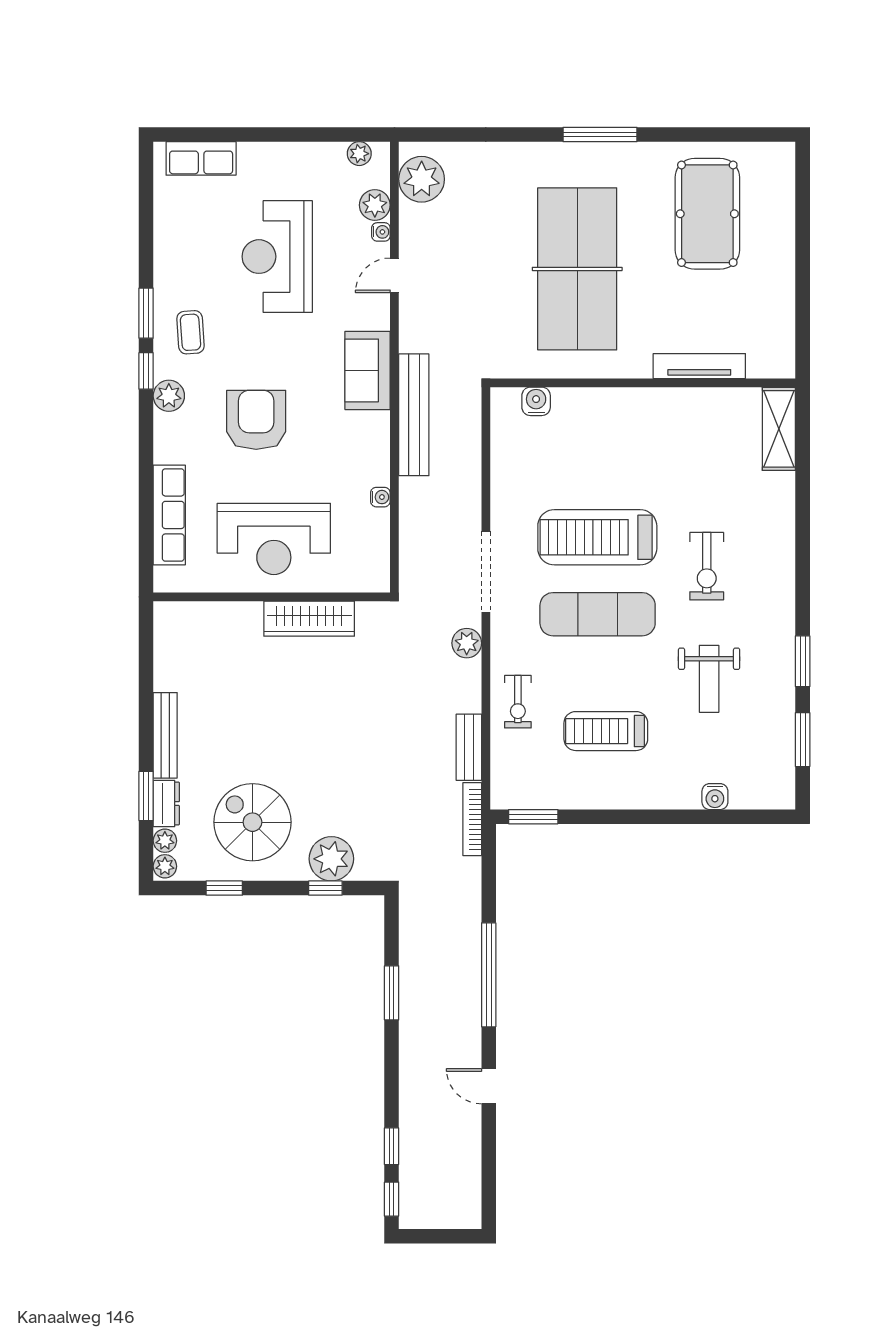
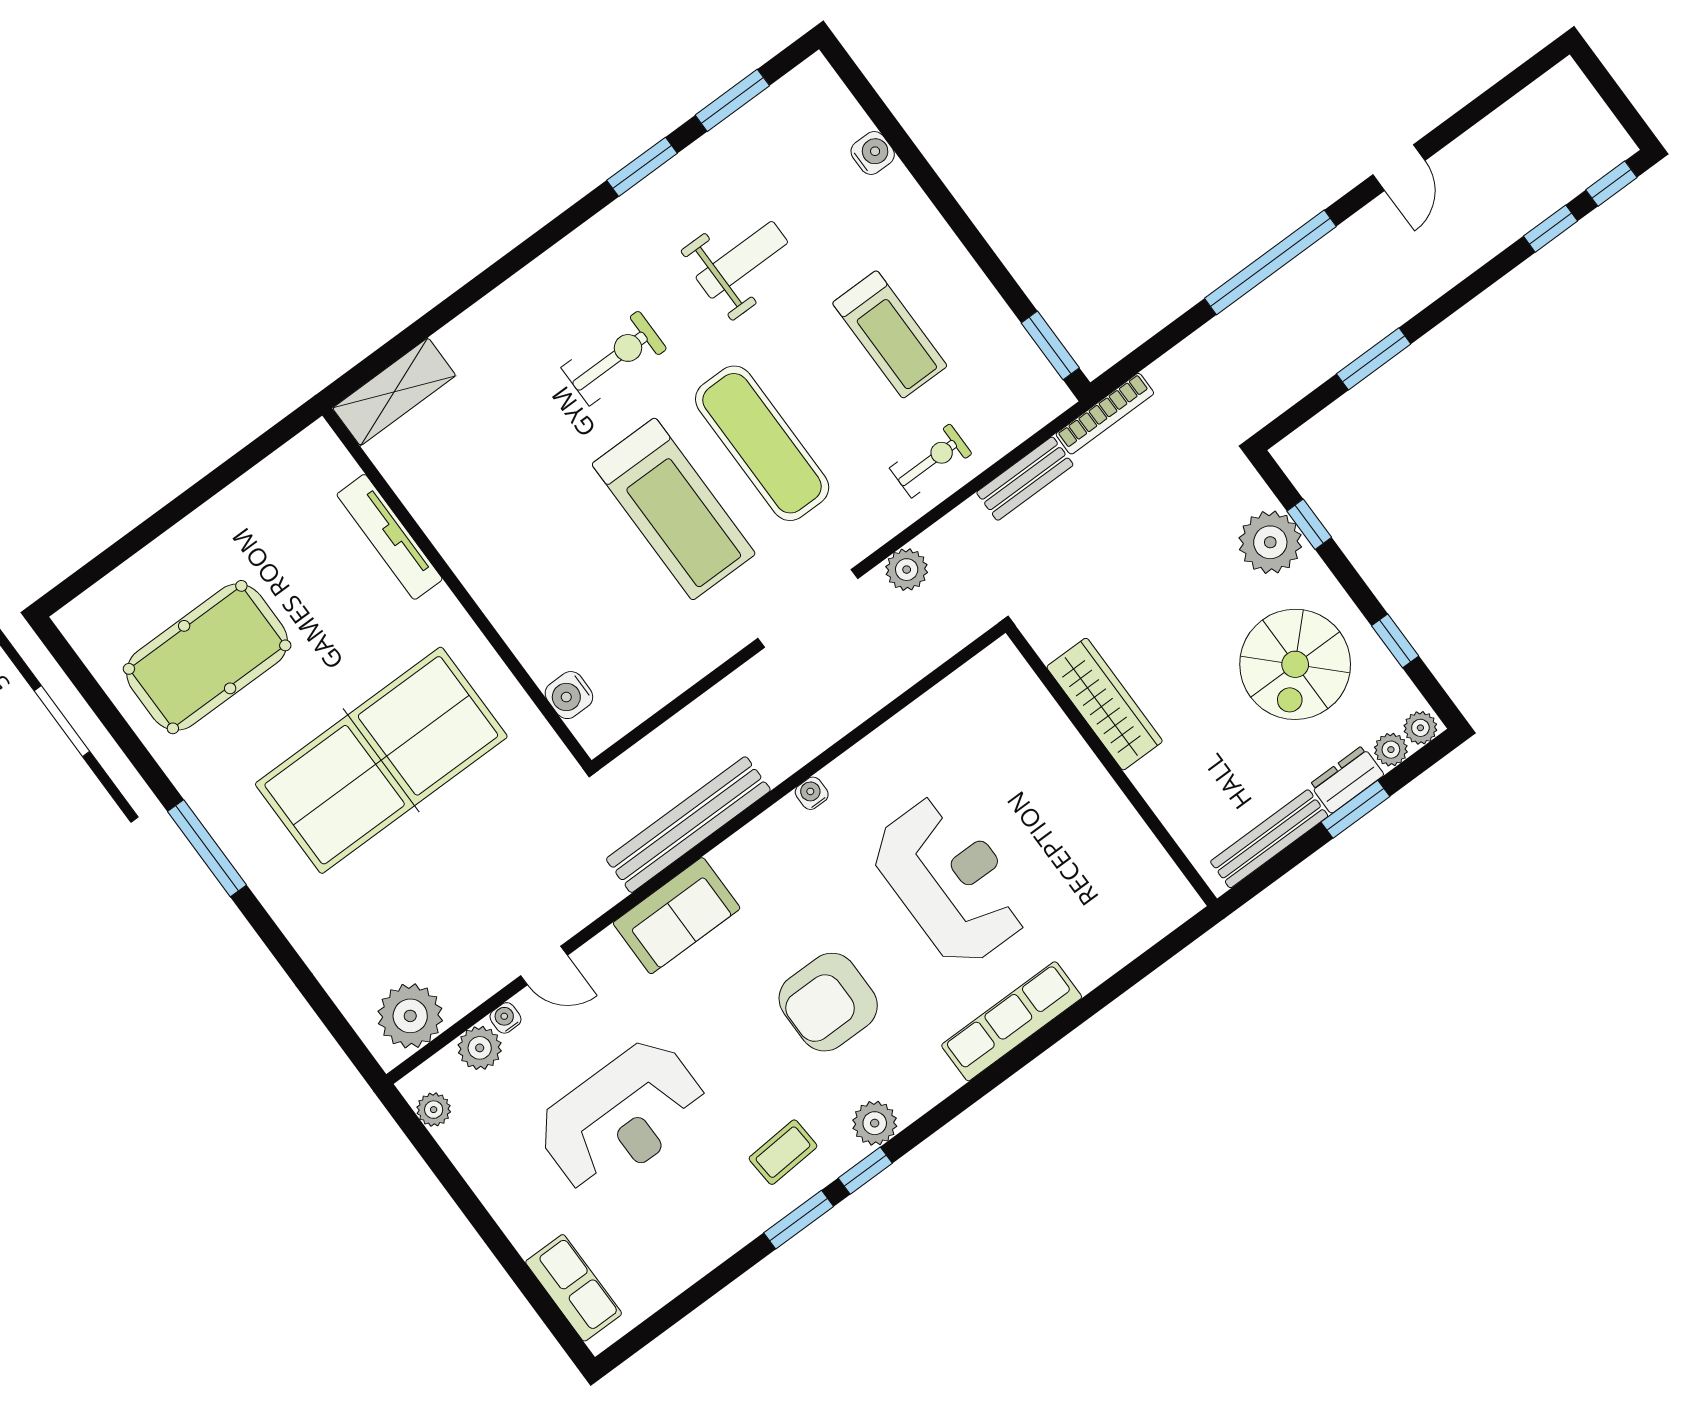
wall: (272, 597) -> (1111, 766), moved
wardrobe: (309, 619) -> (1105, 704), moved

